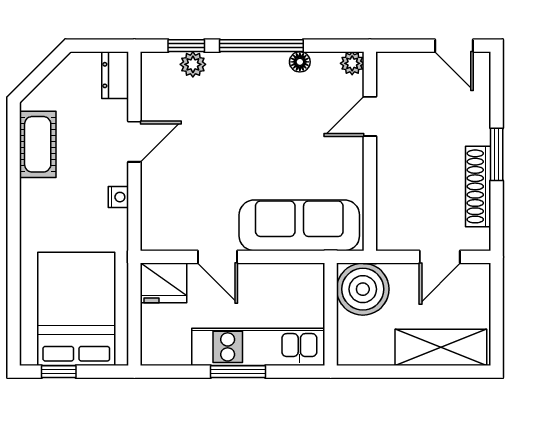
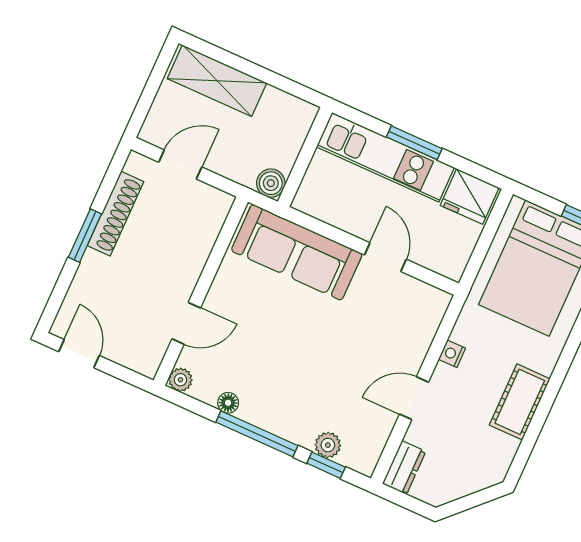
cot: (38, 144) -> (520, 402), moved
fridge: (163, 283) -> (470, 197), moved, turned 180
boiler: (363, 289) -> (271, 183), width x0.54, depth x0.54

